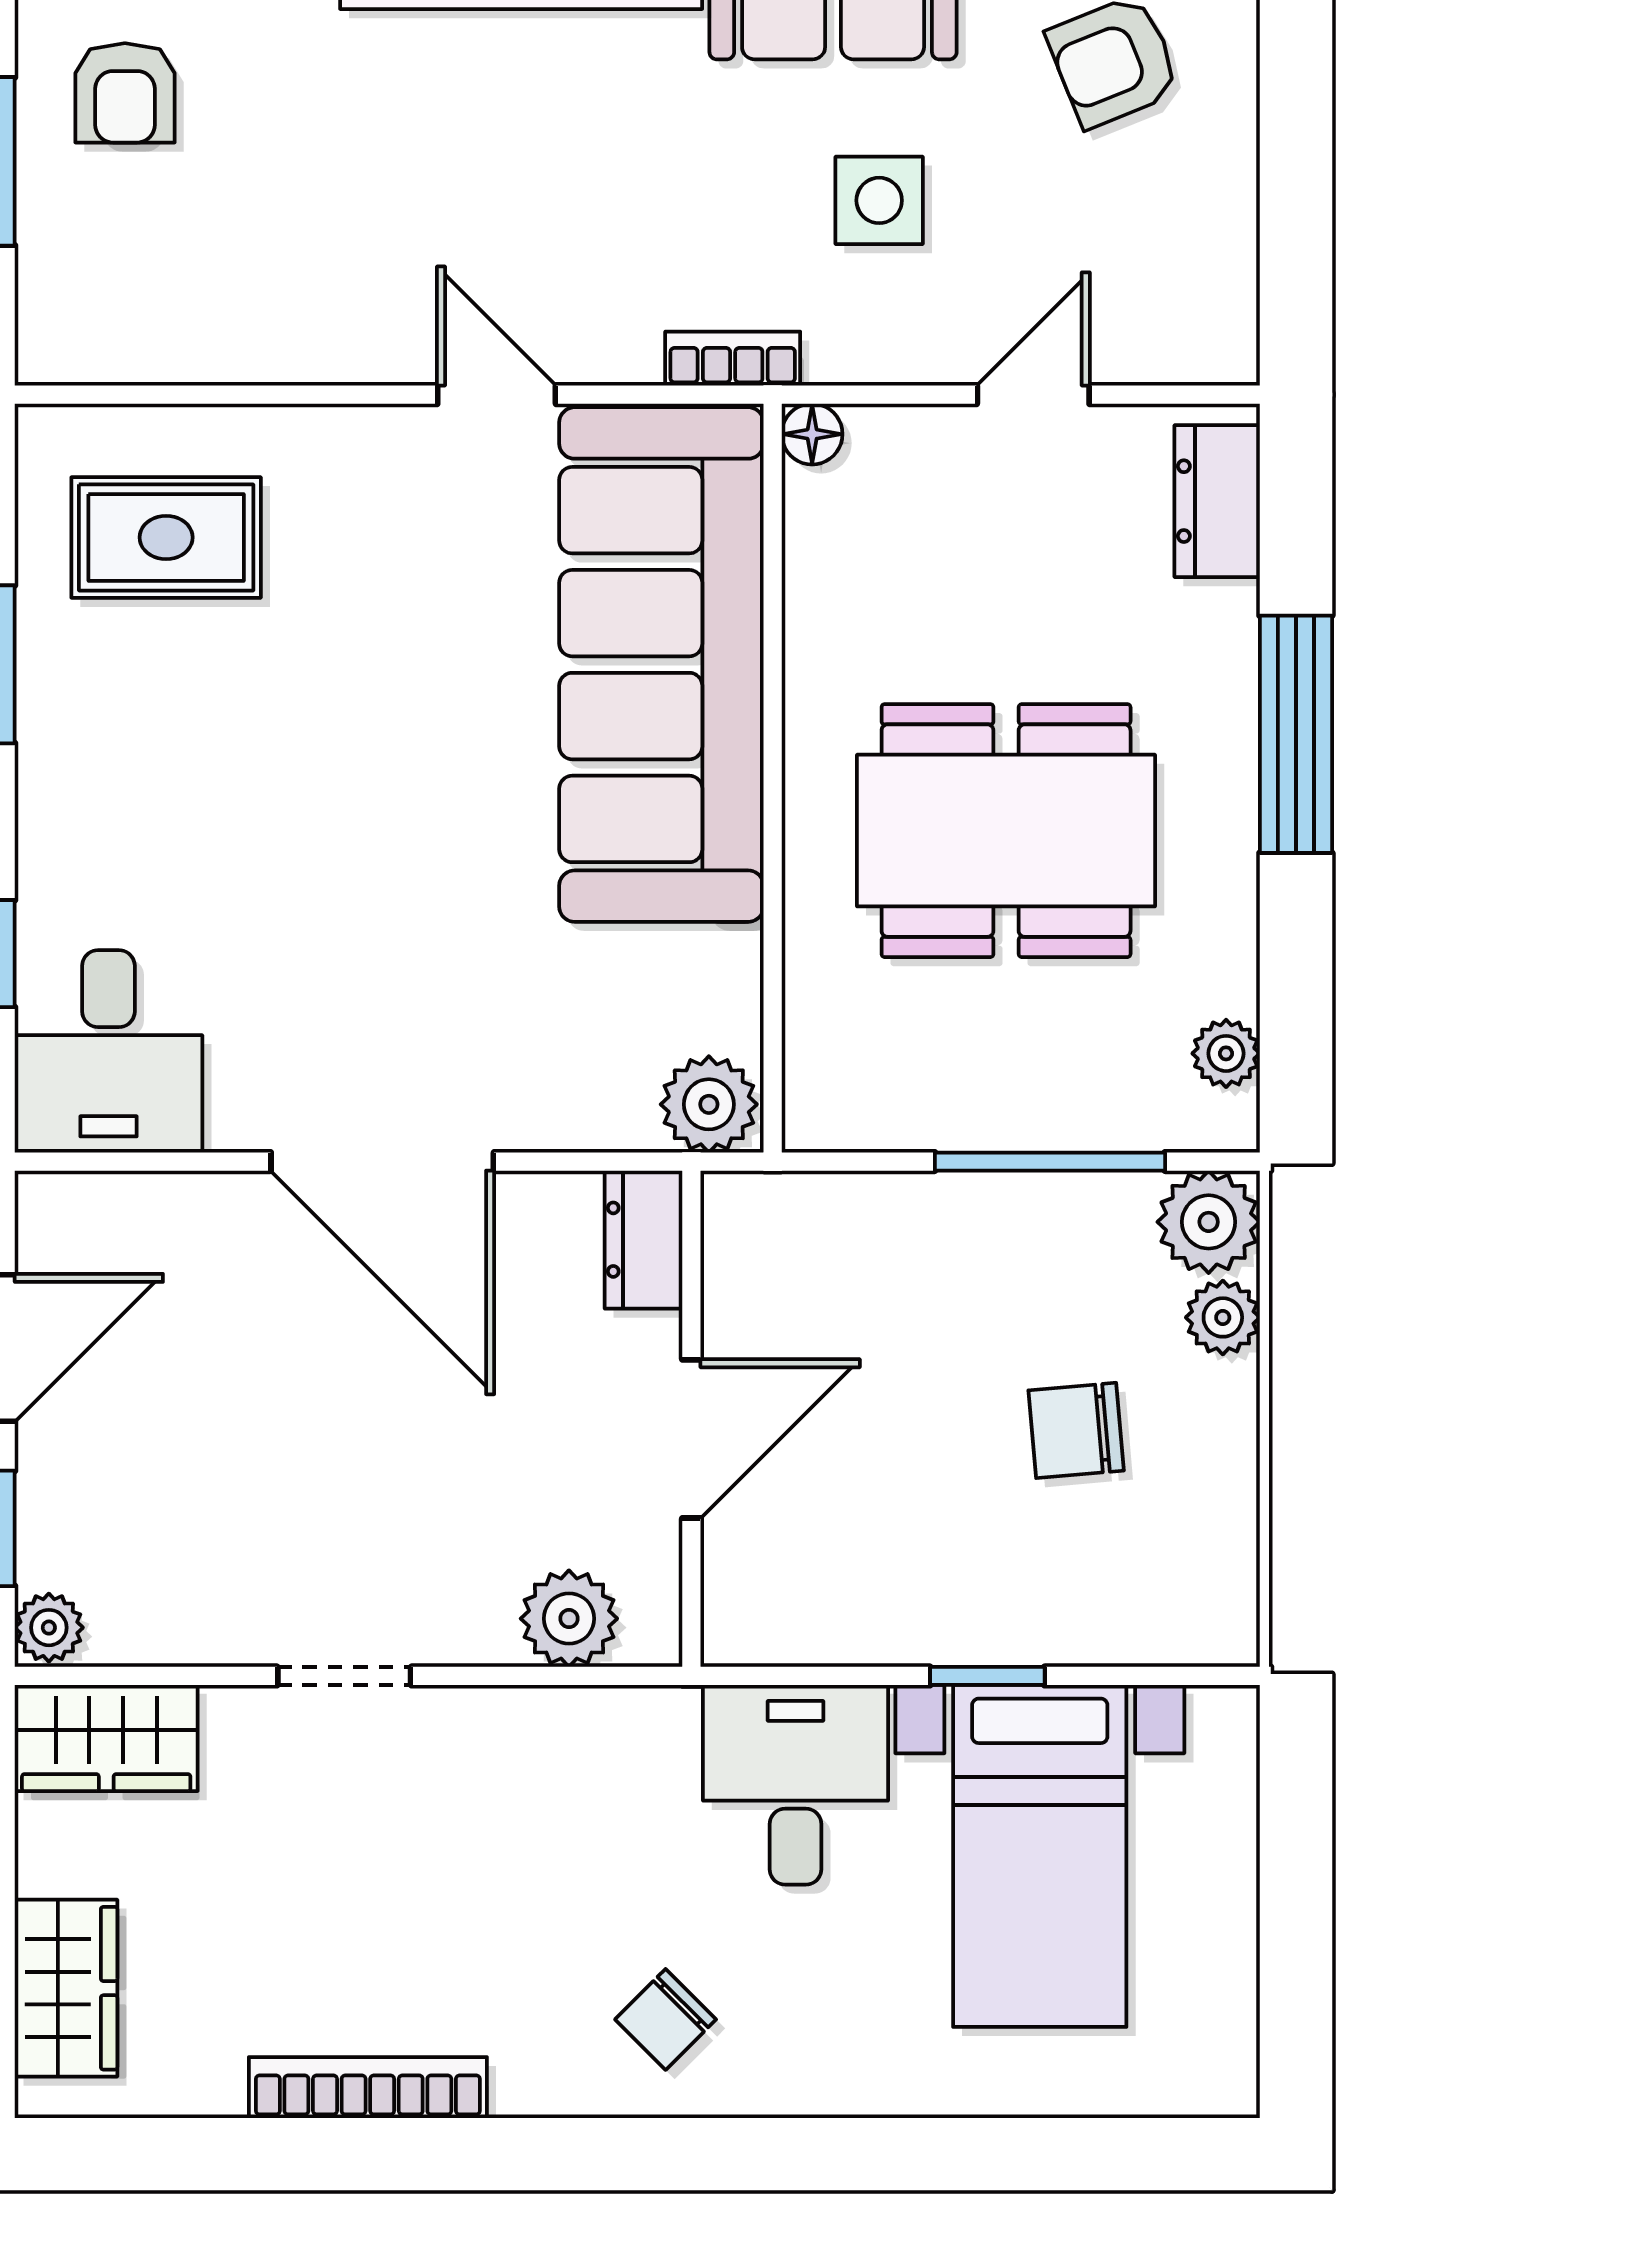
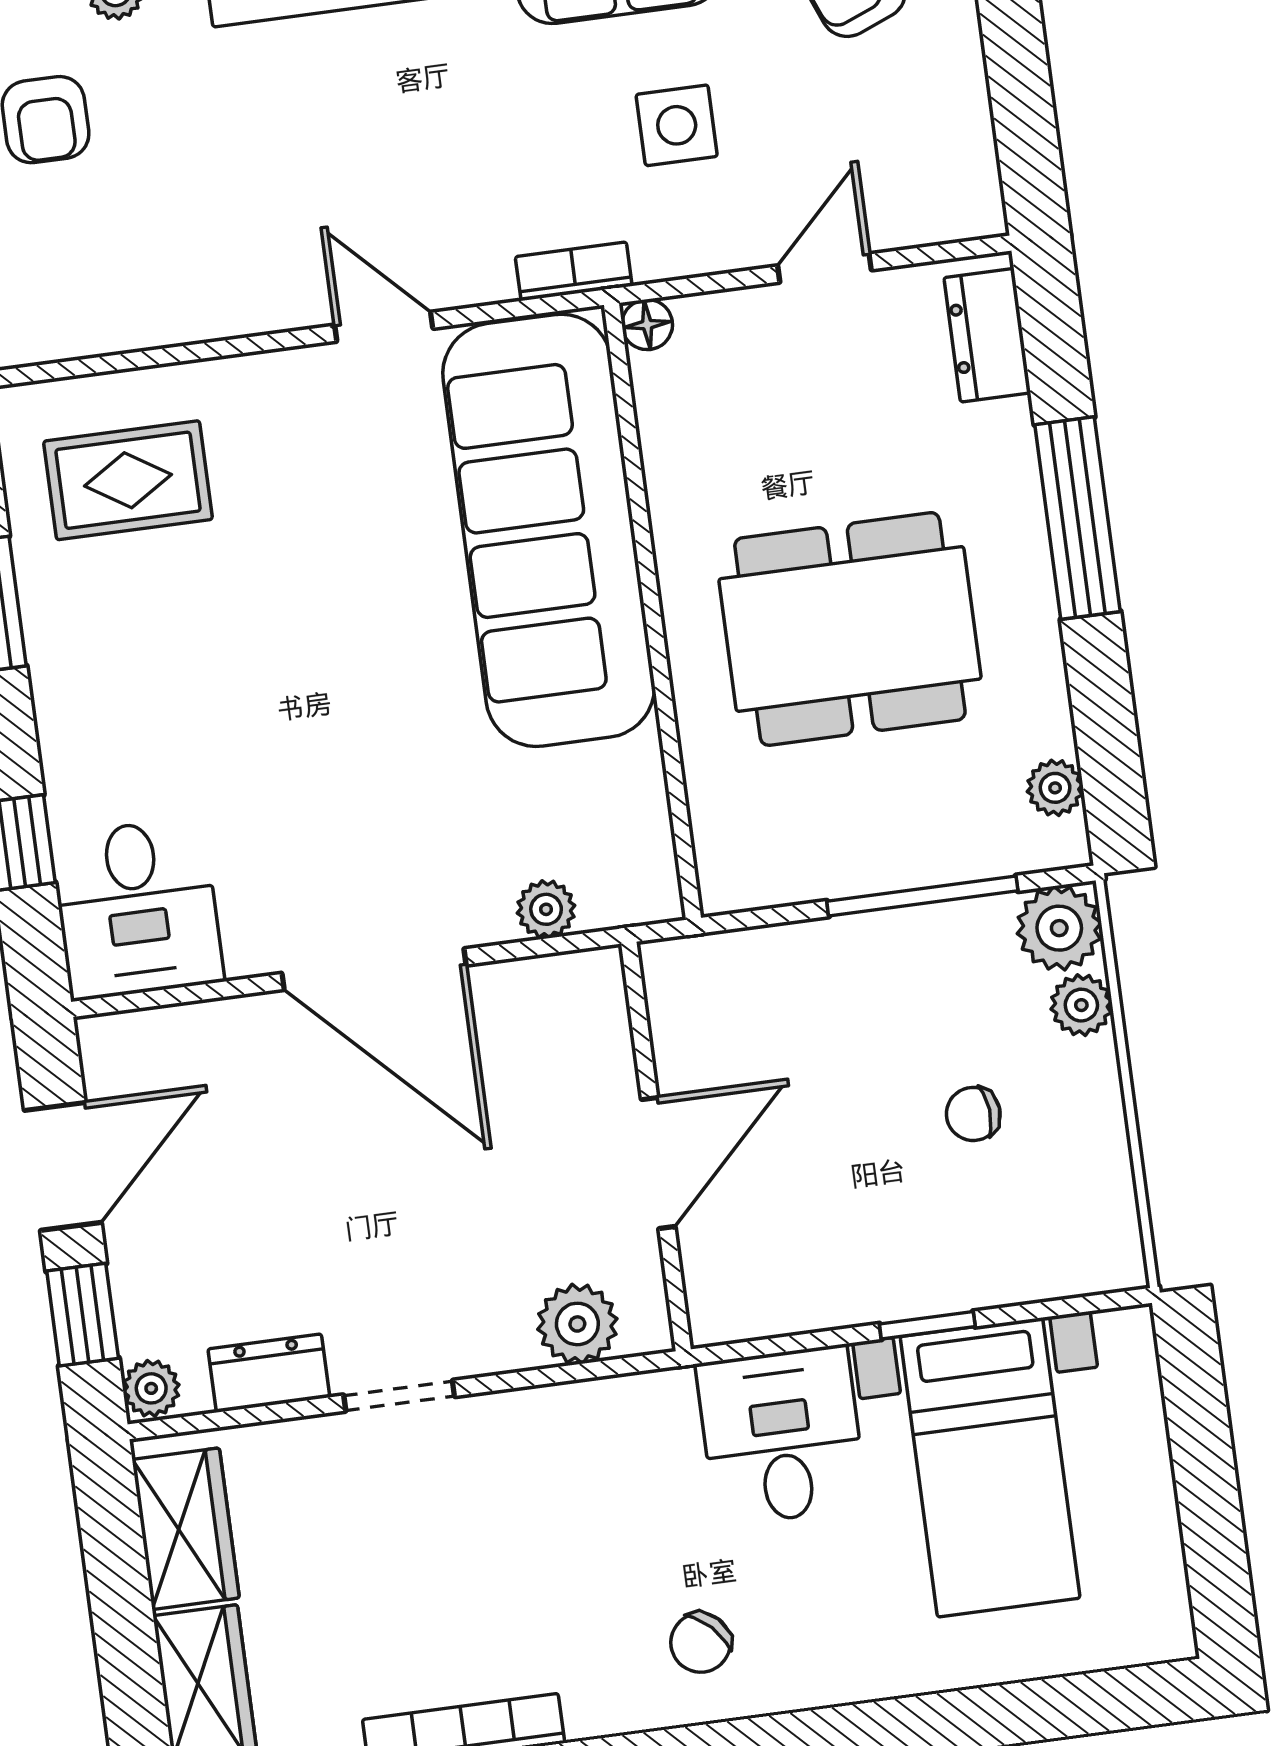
plant: (709, 1104) -> (546, 909), moved, width x0.73, depth x0.73
dresser: (644, 1240) -> (269, 1373), moved, turned 90
chair: (1076, 1430) -> (973, 1114), width x0.73, depth x0.73
wardrobe: (106, 1738) -> (186, 1529), moved, turned -90

